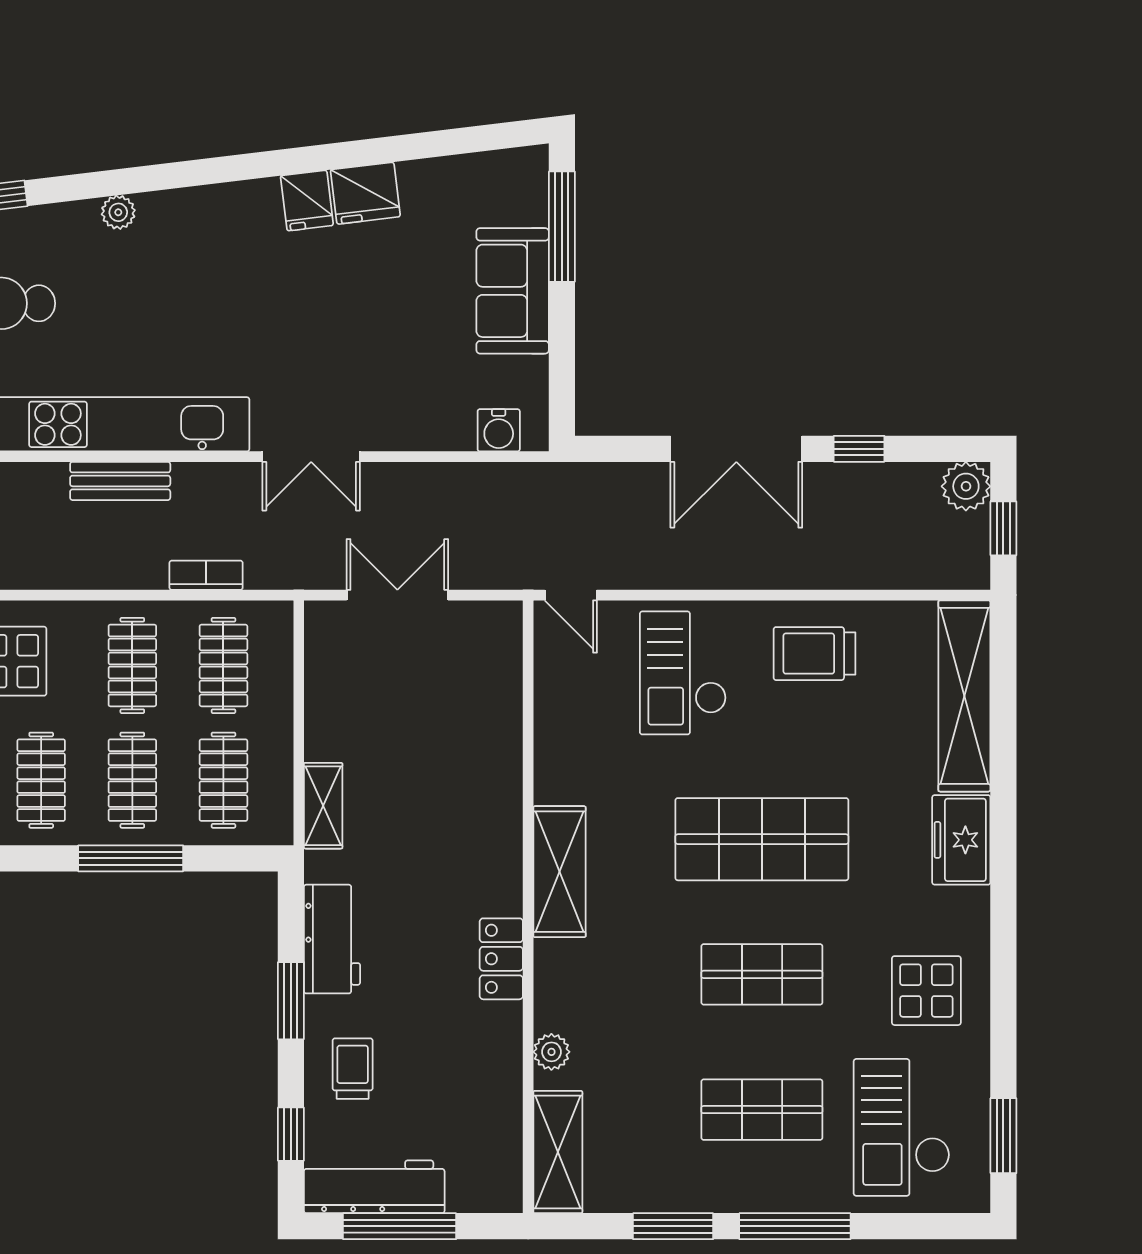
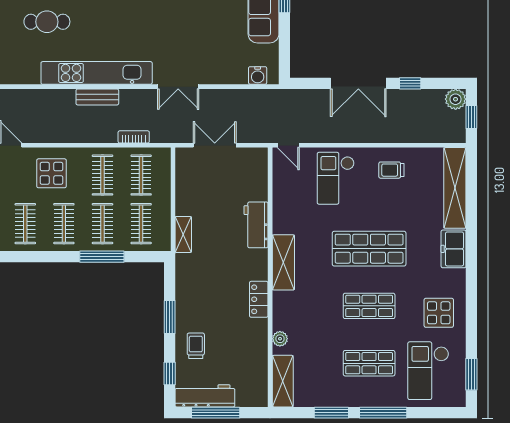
trolley: (815, 654) -> (391, 170), width x0.73, depth x0.72
workbench: (332, 939) -> (256, 225), moved, turned 180

